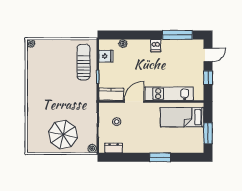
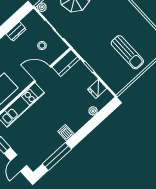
sun lounger: (84, 62) -> (127, 52), moved
door: (134, 102) -> (43, 74), swing flipped
dresser: (114, 148) -> (16, 31), moved

